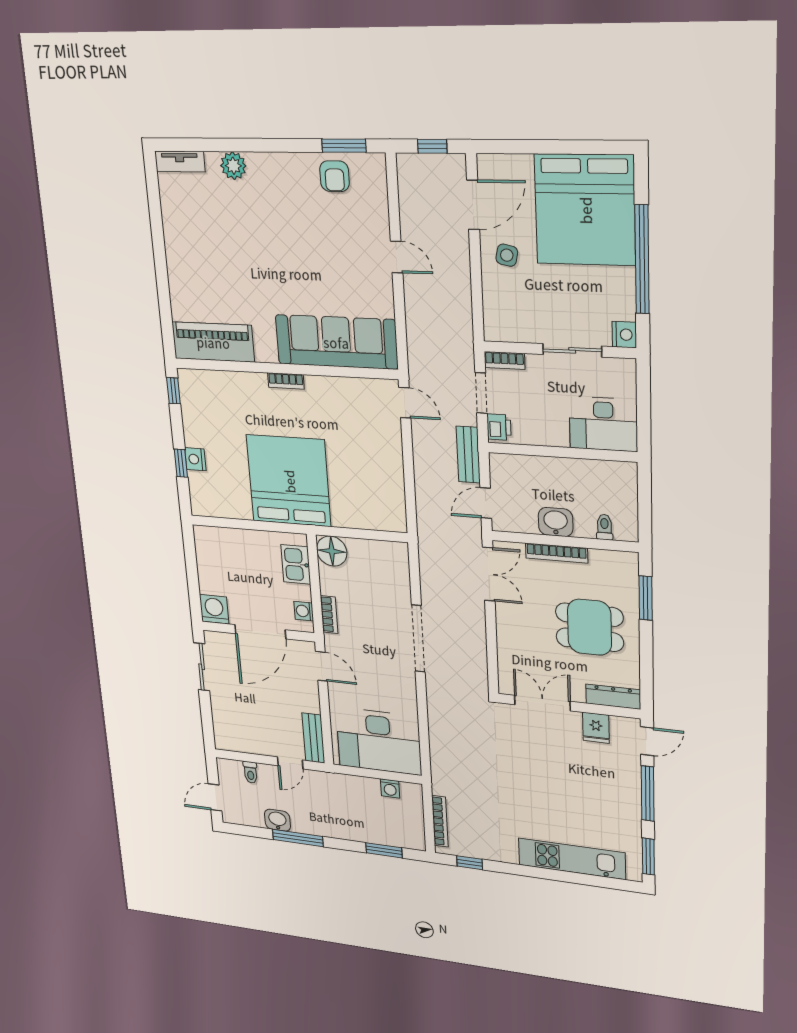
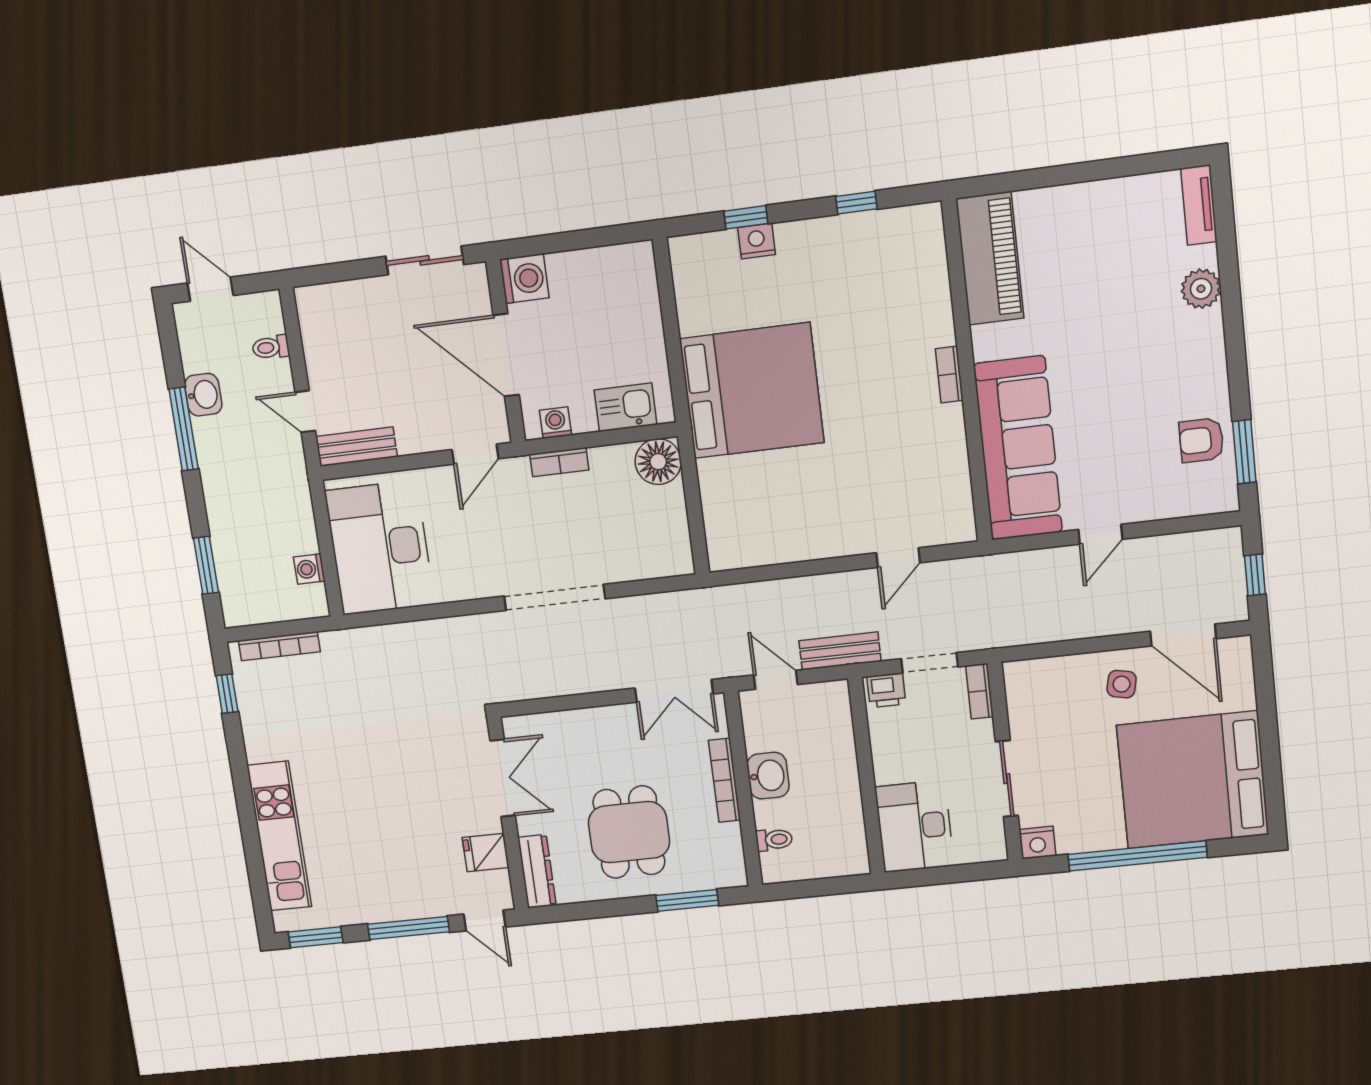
piano: (213, 342) -> (990, 258), moved
sofa: (336, 342) -> (1018, 448), moved
wall: (285, 369) -> (967, 372), moved
bookcase: (286, 381) -> (949, 375), moved

